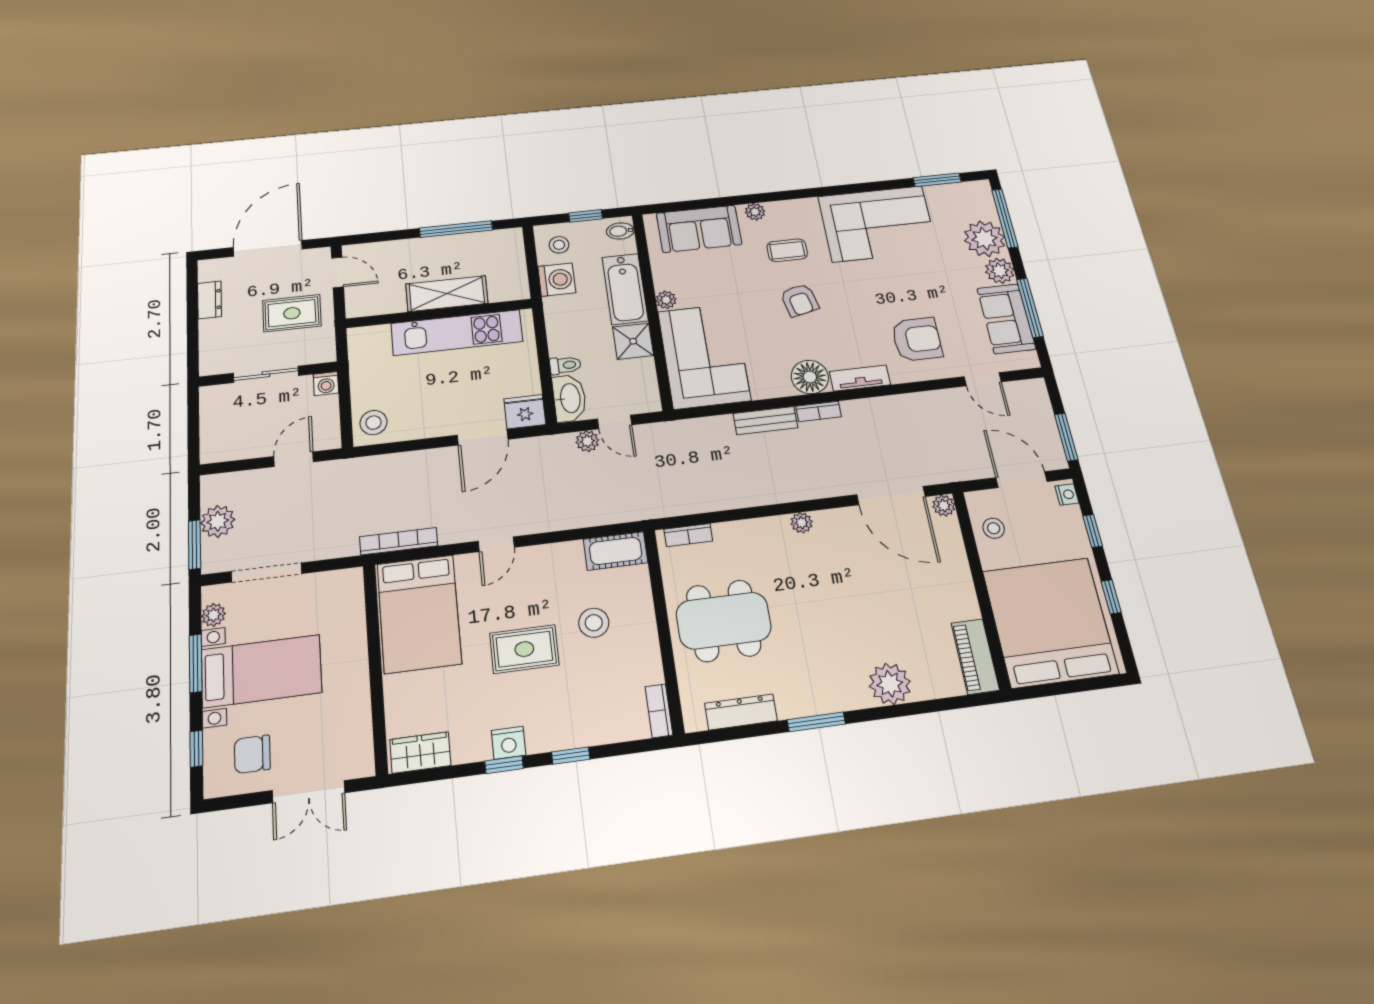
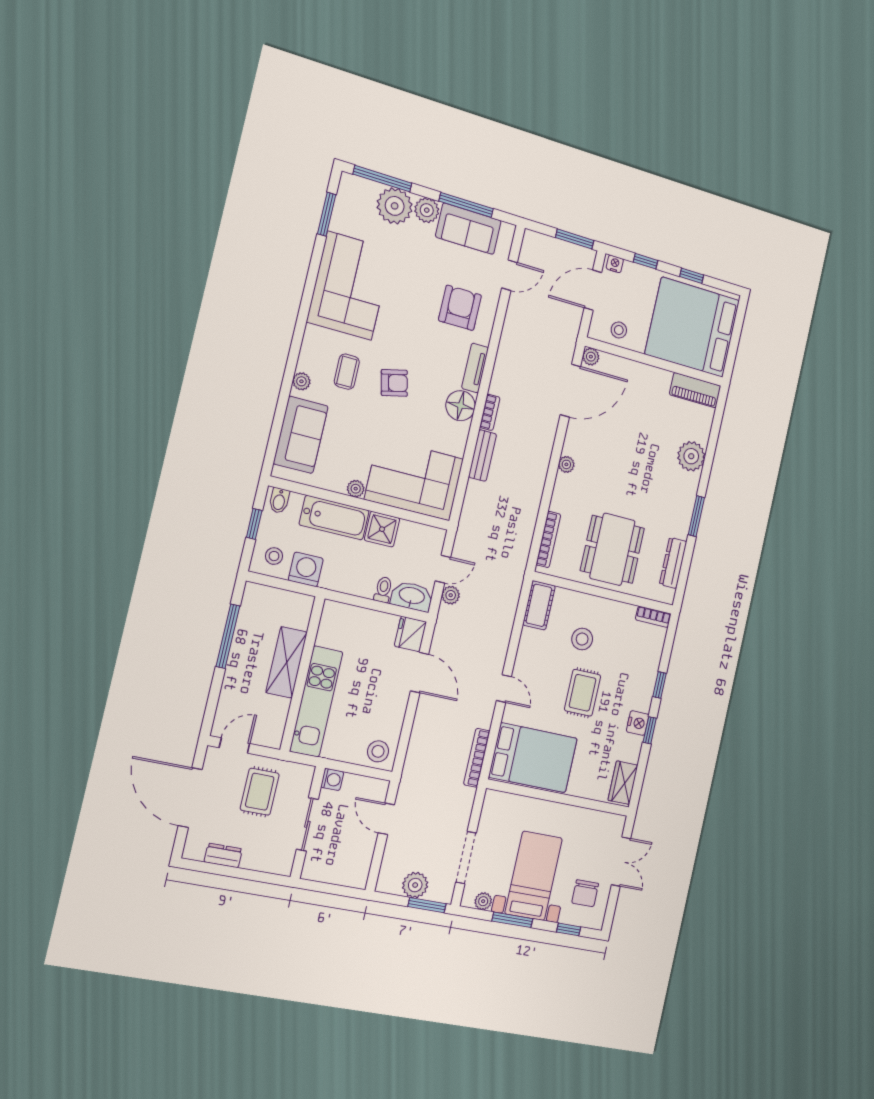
kitchen unit: (457, 333) -> (316, 701), moved
bookcase: (688, 535) -> (548, 539), width x1.56

